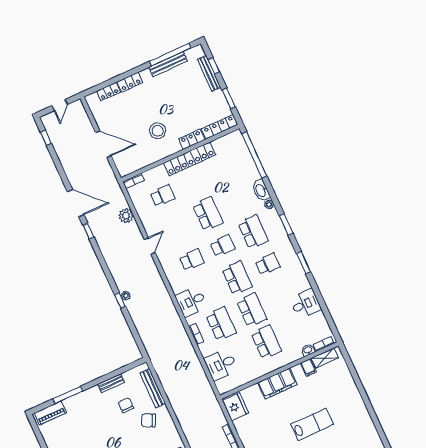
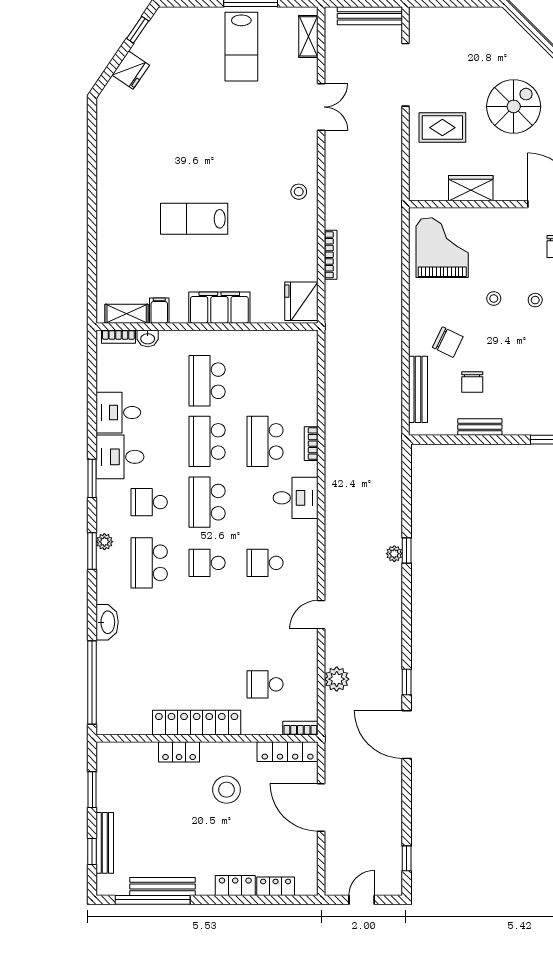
locker: (219, 127) -> (288, 752), moved
plant: (269, 204) -> (104, 542), moved
school desk: (208, 214) -> (207, 624), removed
desk: (221, 365) -> (120, 457), moved, turned 180

